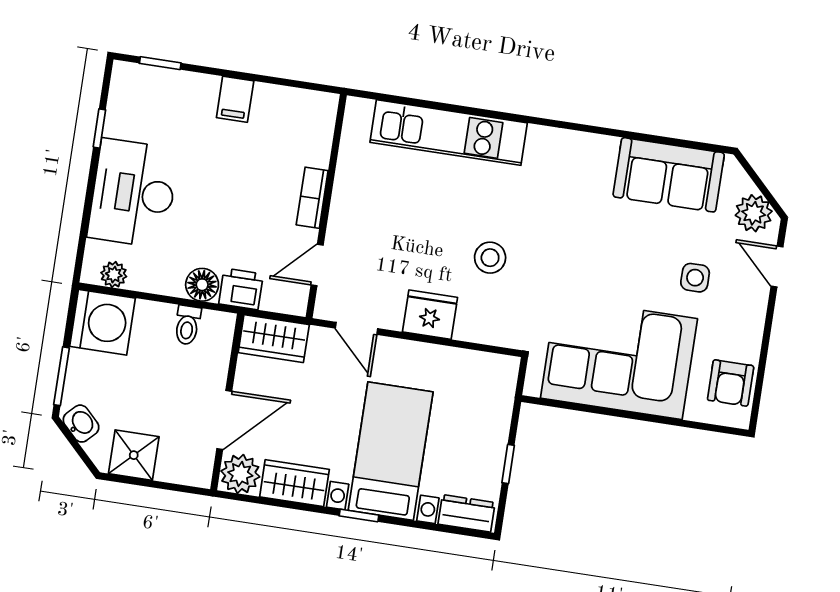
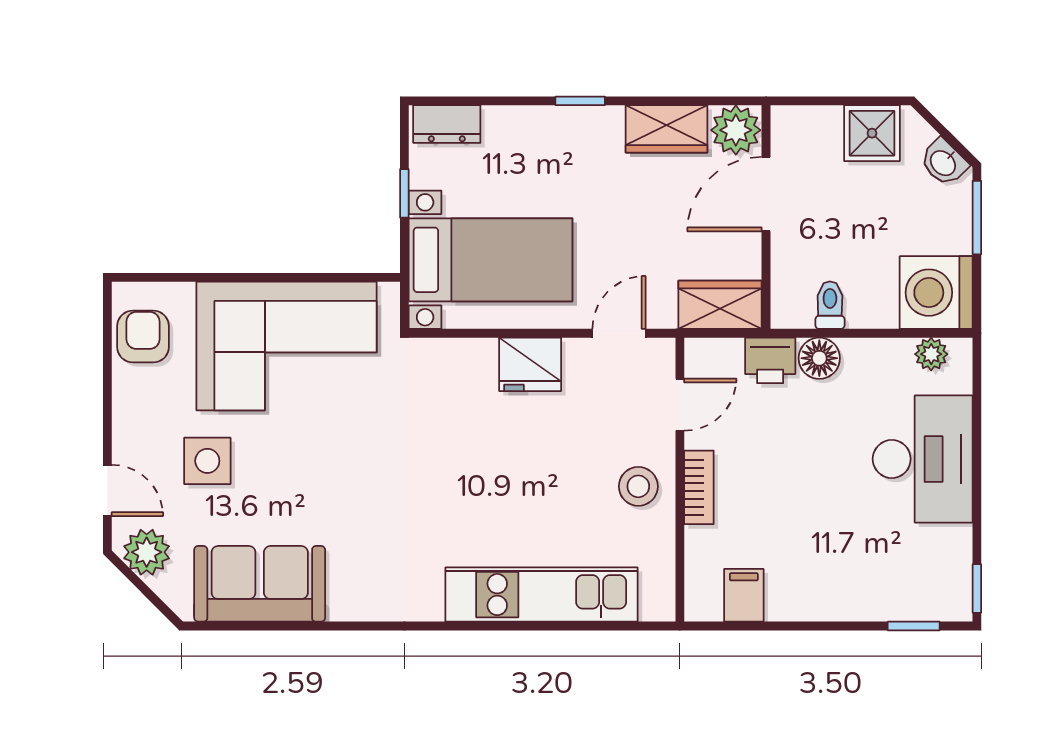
filing cabinet: (235, 99) -> (744, 595), moved
window: (99, 128) -> (977, 588), moved
stool: (490, 258) -> (638, 486), moved
side table: (695, 278) -> (207, 461), width x1.37, depth x1.37
door: (356, 328) -> (619, 333), hinge flipped
bed with nightstands: (391, 451) -> (491, 260), moved, turned -90

